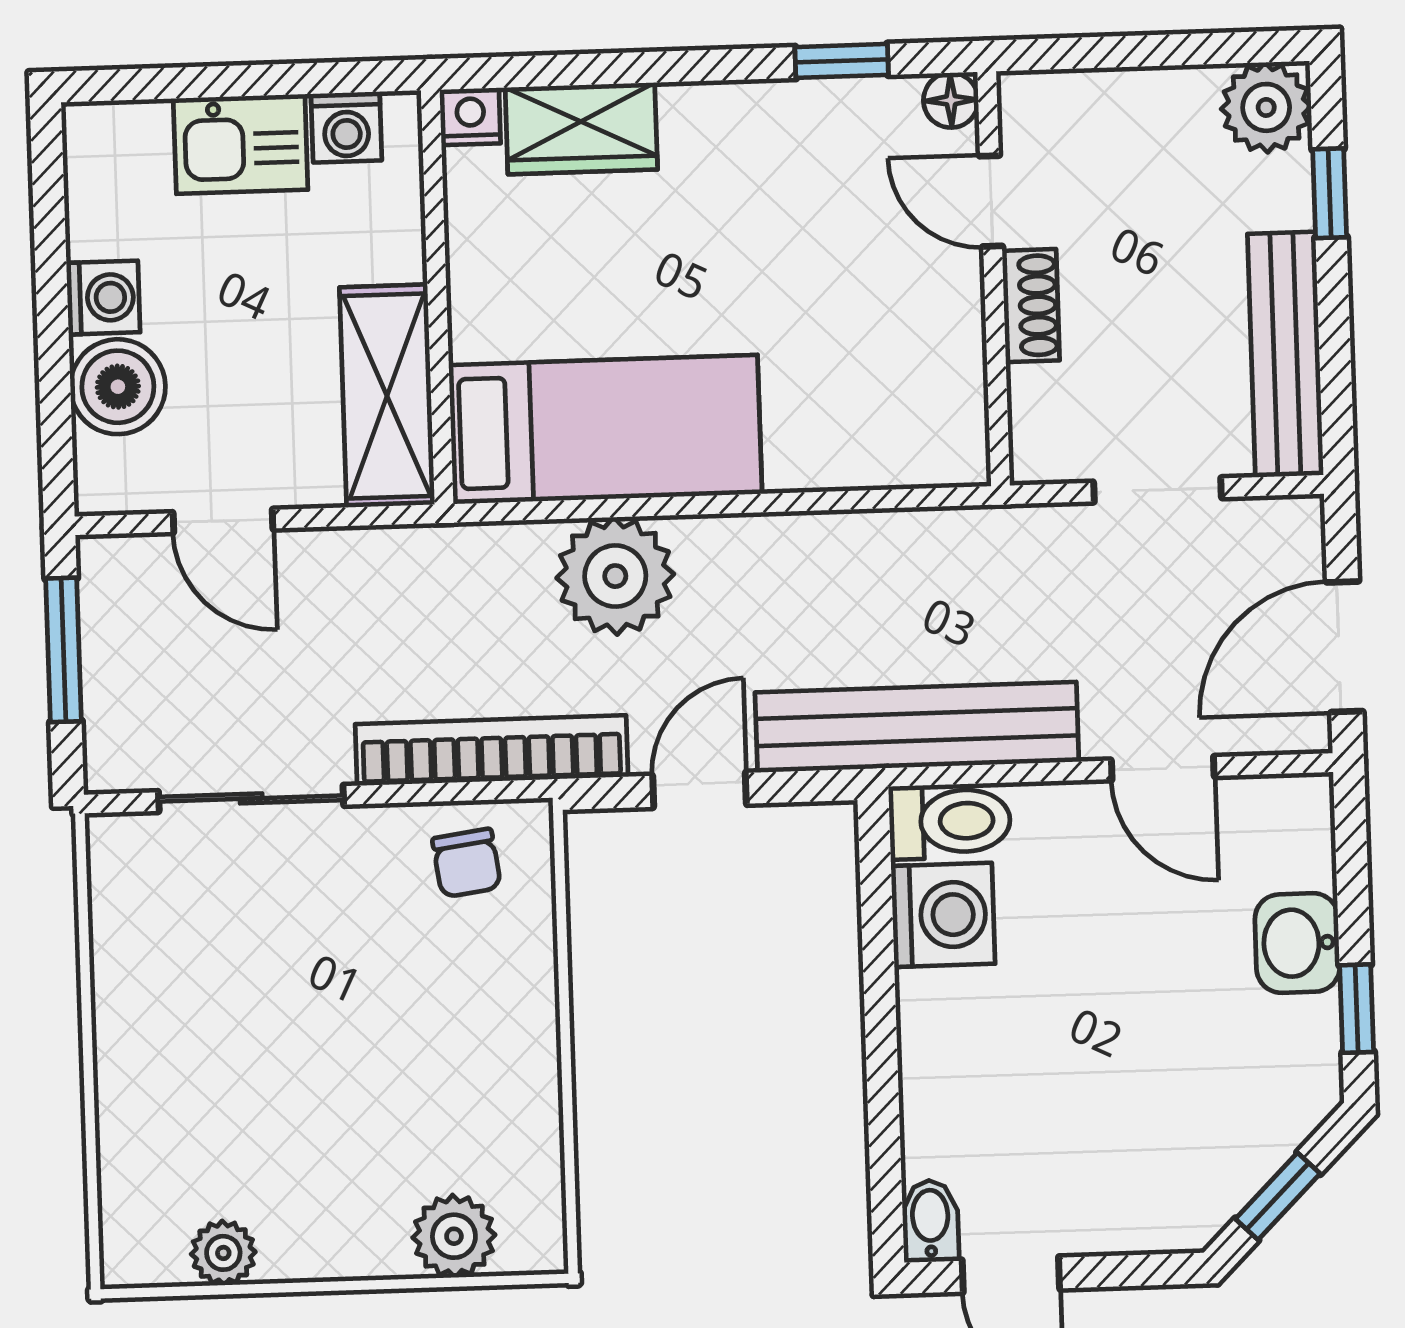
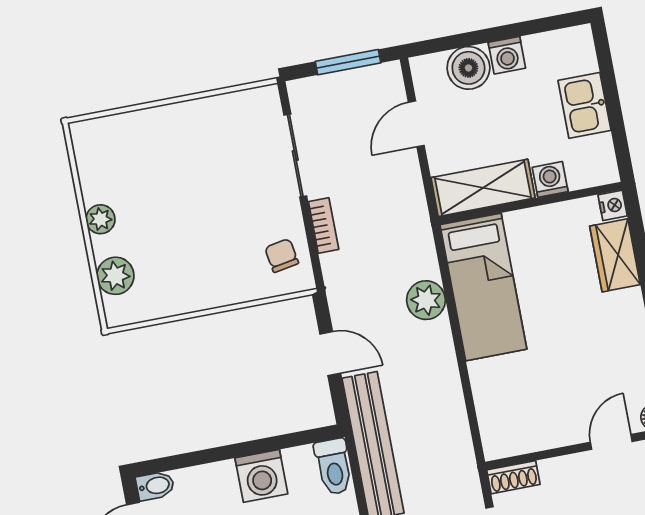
washing machine: (346, 127) -> (550, 179), moved, turned 90
shoe rack: (1031, 306) -> (513, 477), moved
plant: (615, 576) -> (426, 300), width x0.73, depth x0.73
bookcase: (492, 750) -> (324, 225), width x0.43, depth x0.76
chair: (467, 863) -> (282, 255), turned 88
washing machine: (943, 915) -> (261, 476), moved
plant: (223, 1253) -> (100, 219), moved

